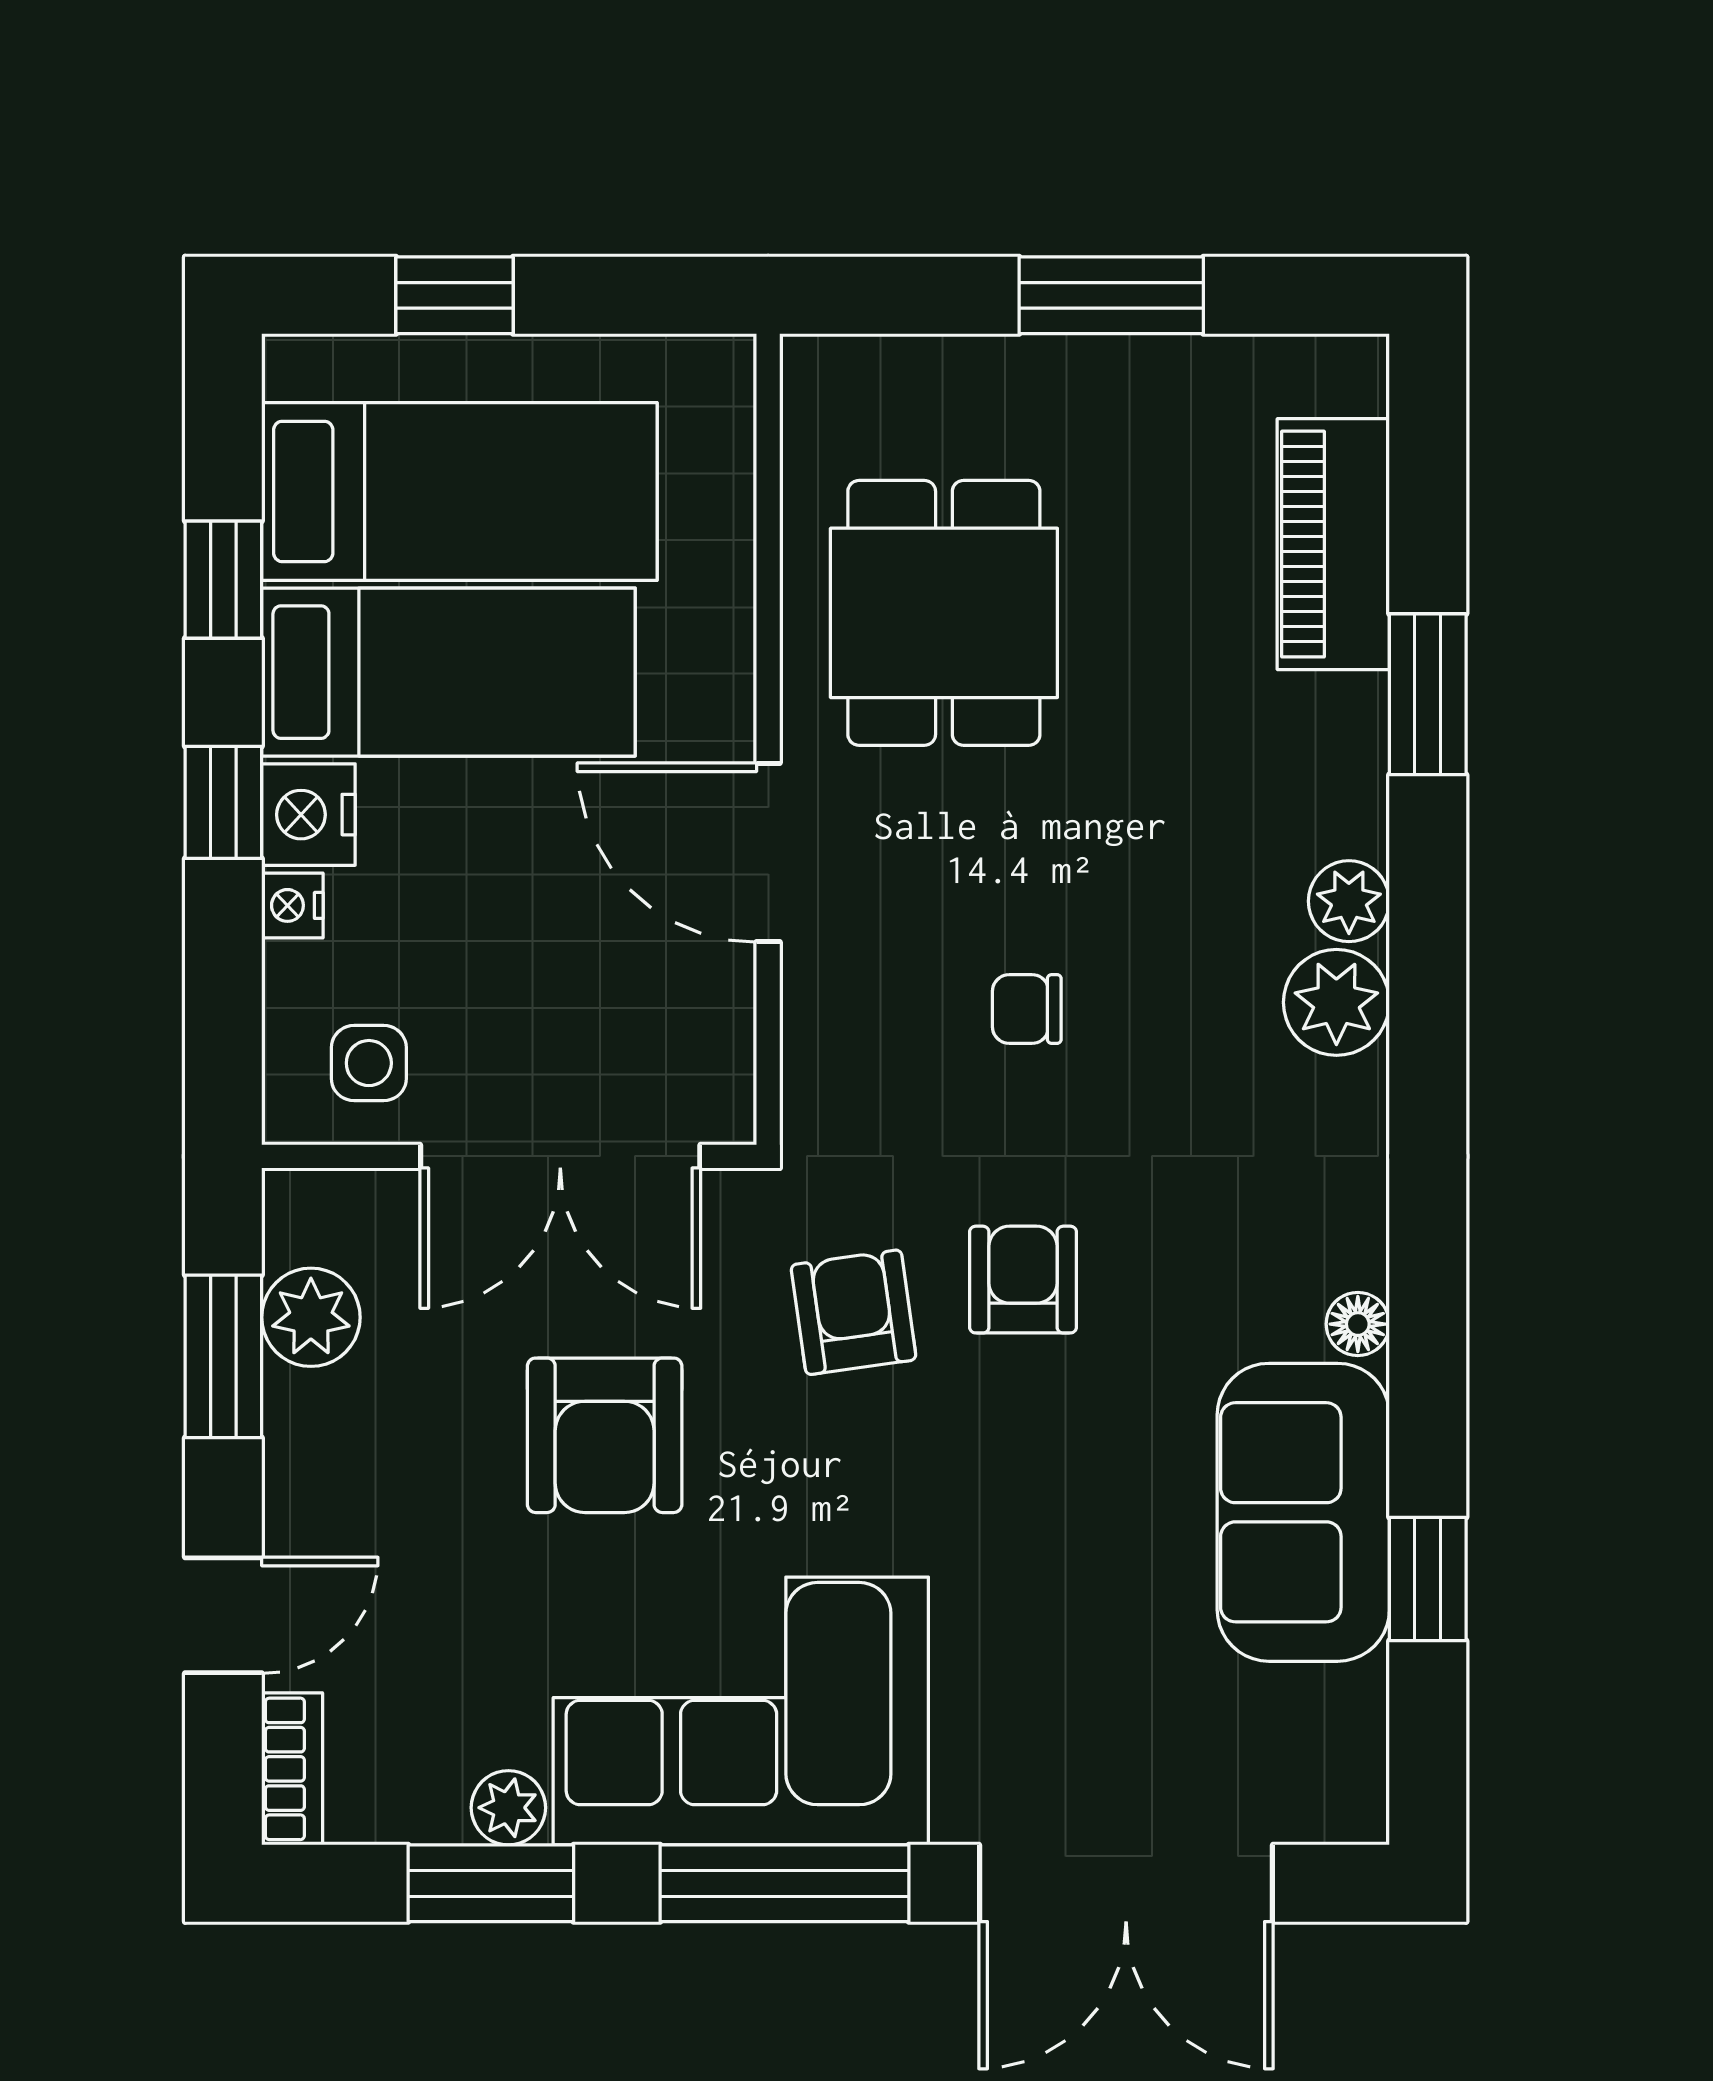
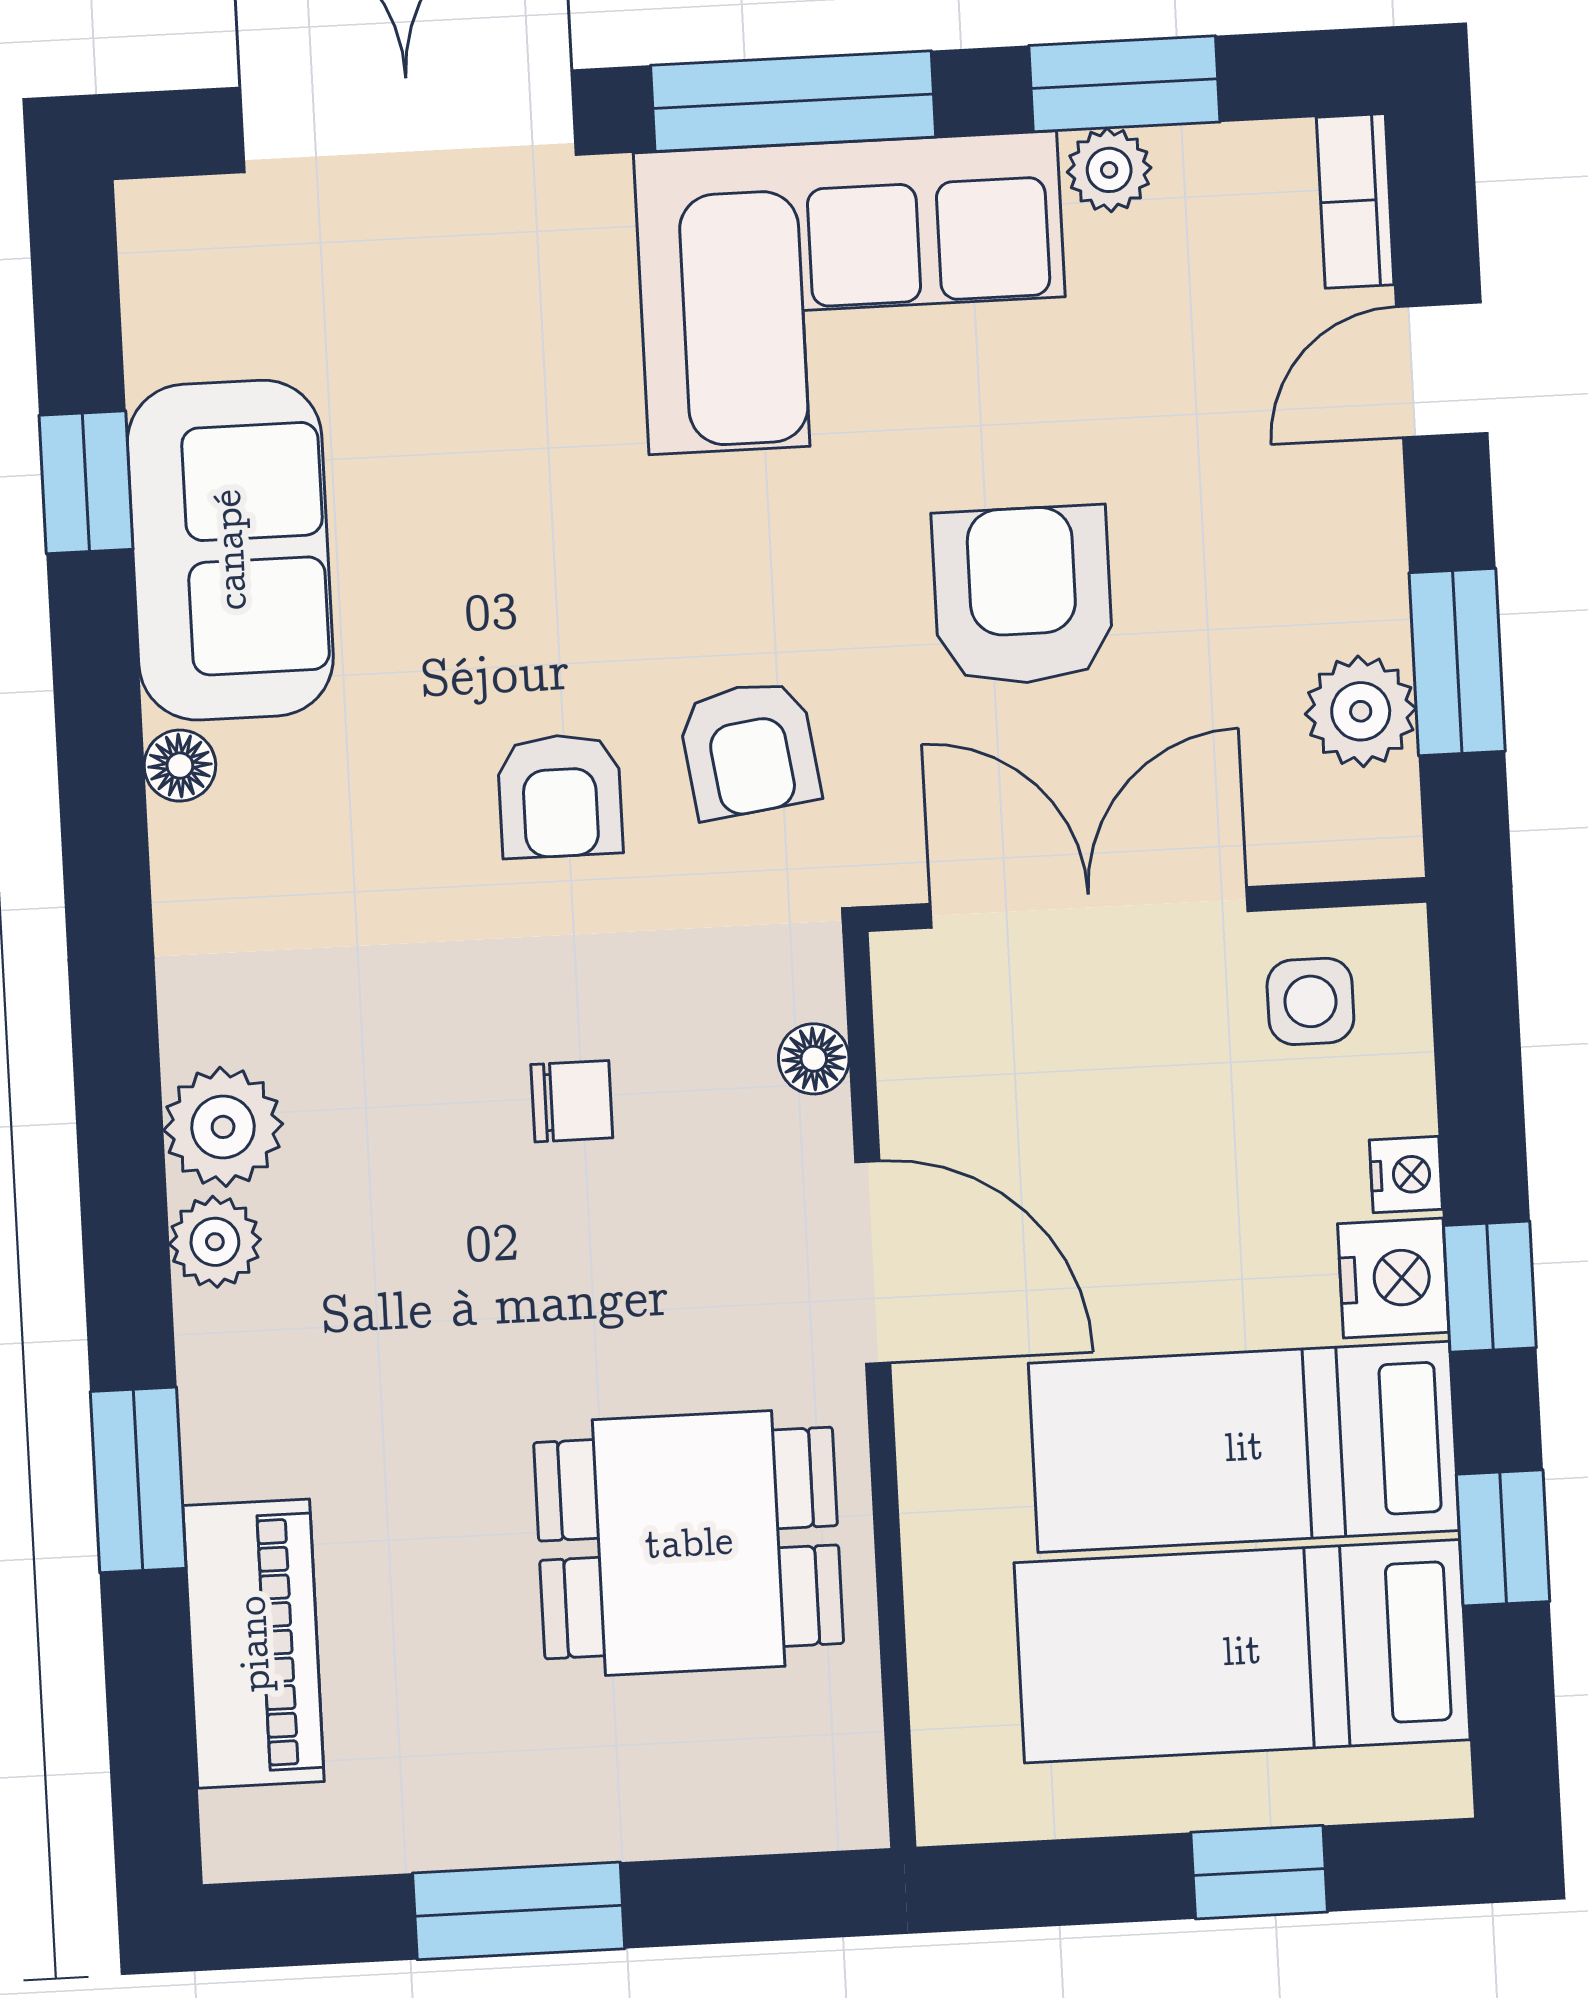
dining table: (944, 613) -> (689, 1543), turned 90
floor lamp: (811, 1035) -> (814, 1059), added

